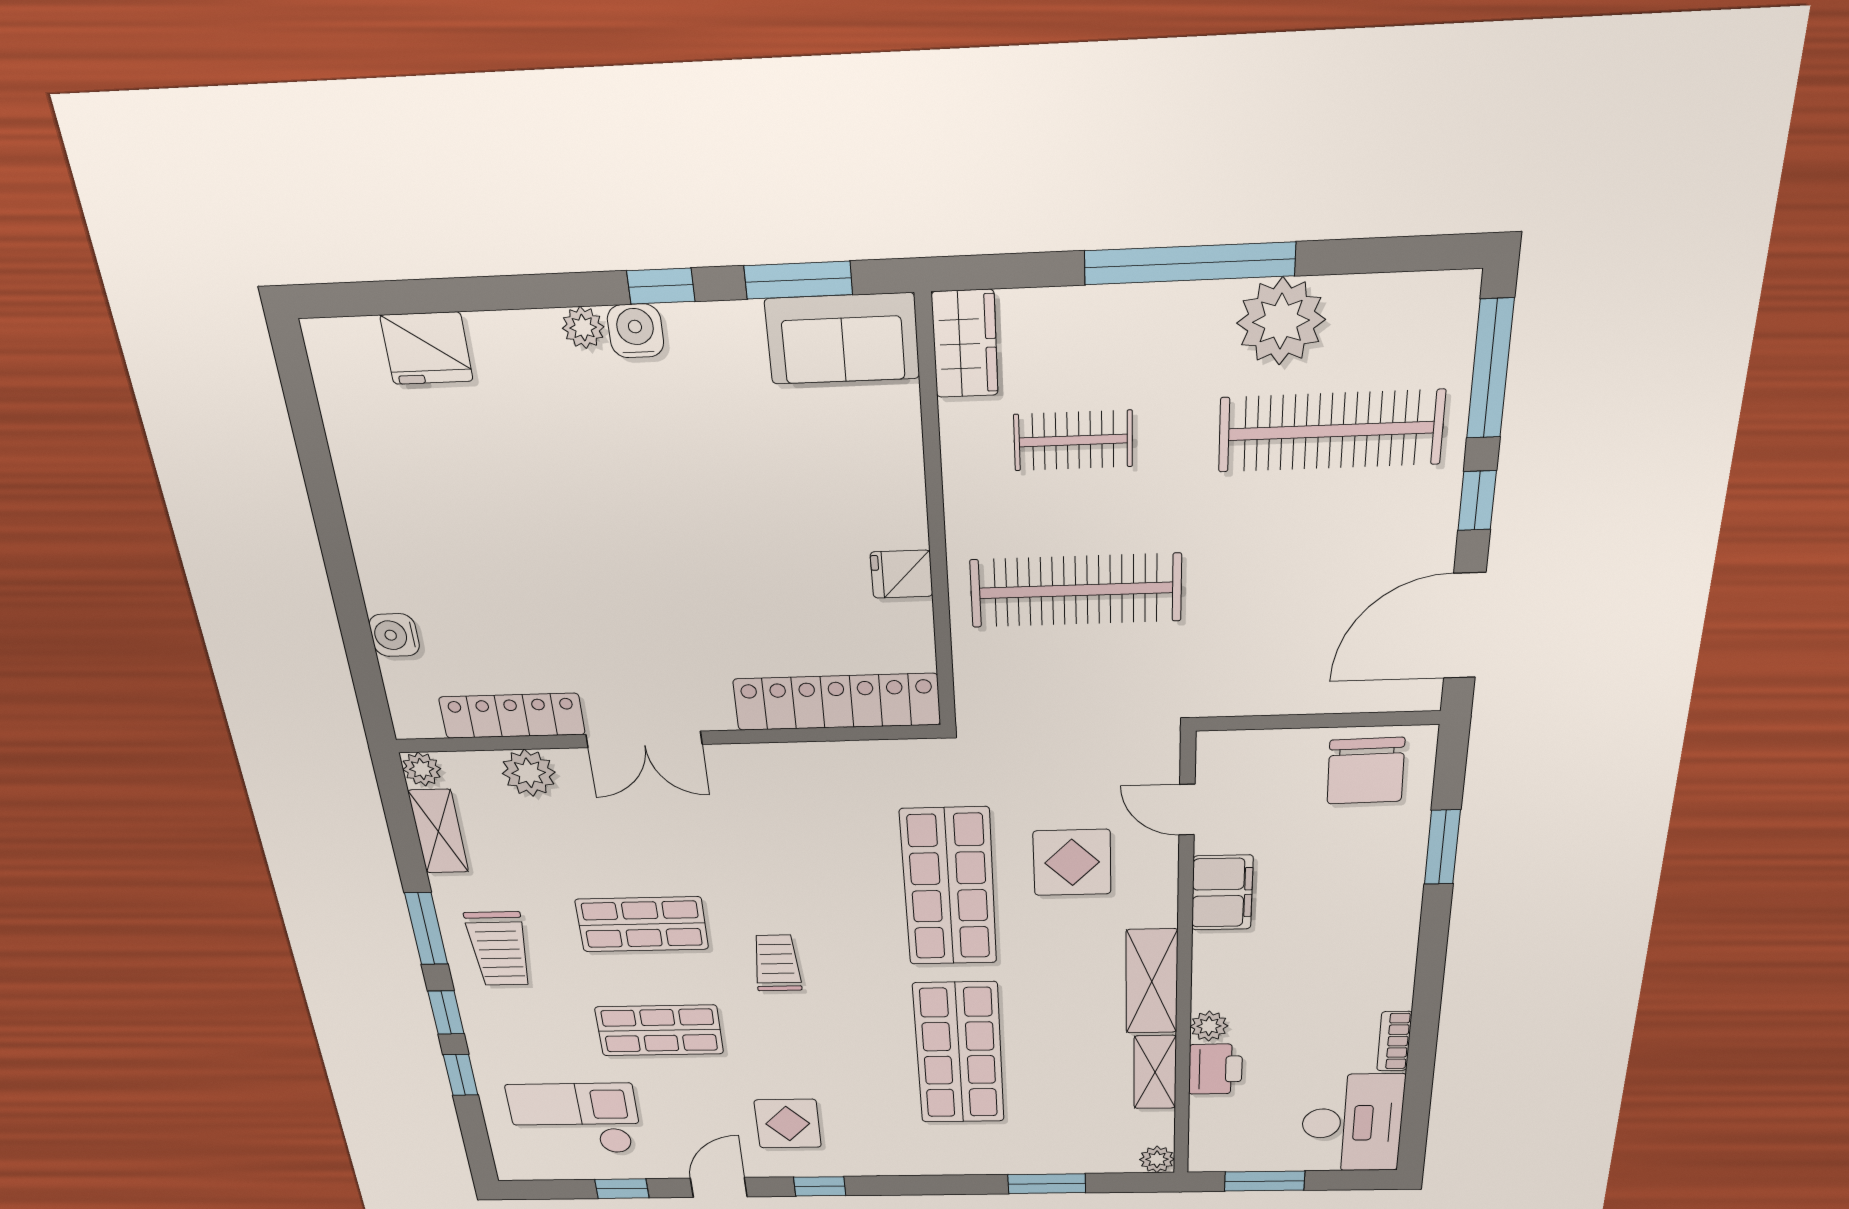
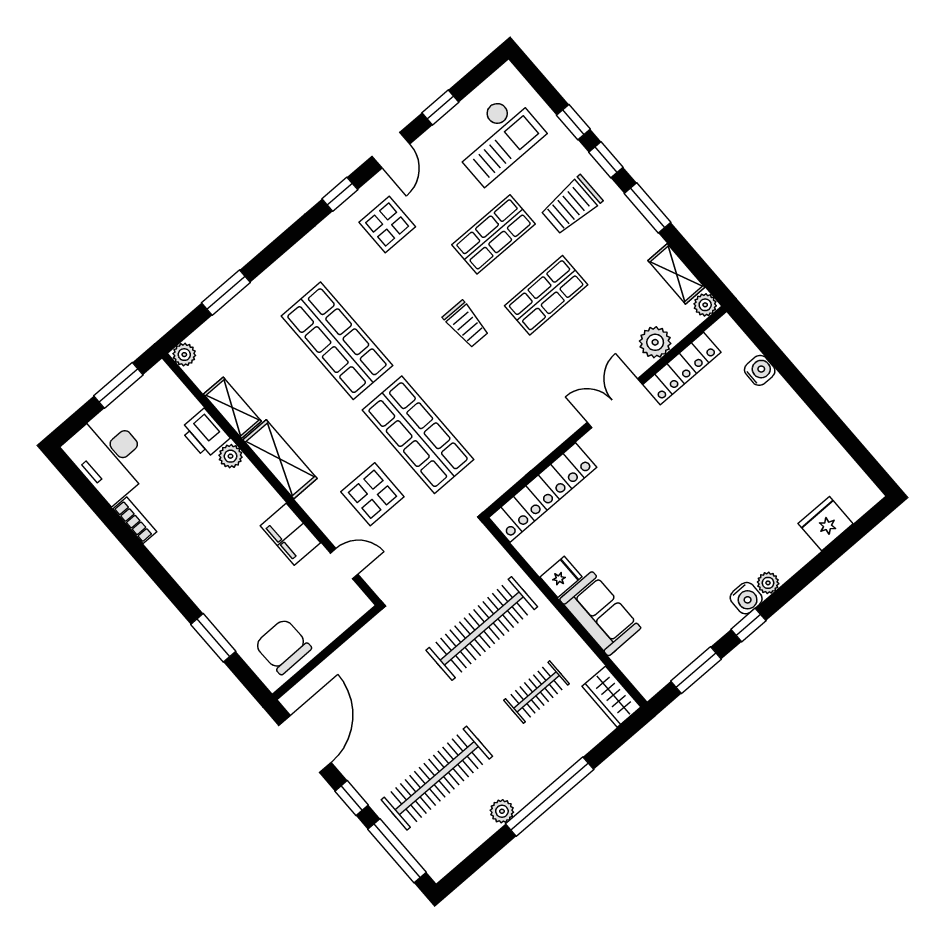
plant: (1281, 321) -> (502, 811), width x0.53, depth x0.53
sofa: (842, 339) -> (600, 614), moved, turned 90
trolley: (499, 949) -> (571, 205), moved, turned -90

